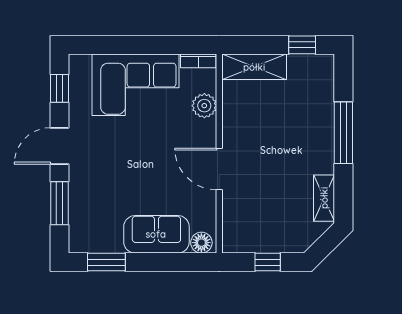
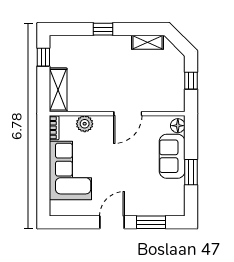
window: (59, 88) -> (73, 222), removed
window: (343, 133) -> (103, 29), width x0.46
door: (59, 146) -> (112, 222), swing flipped
window: (106, 262) -> (191, 172), moved

